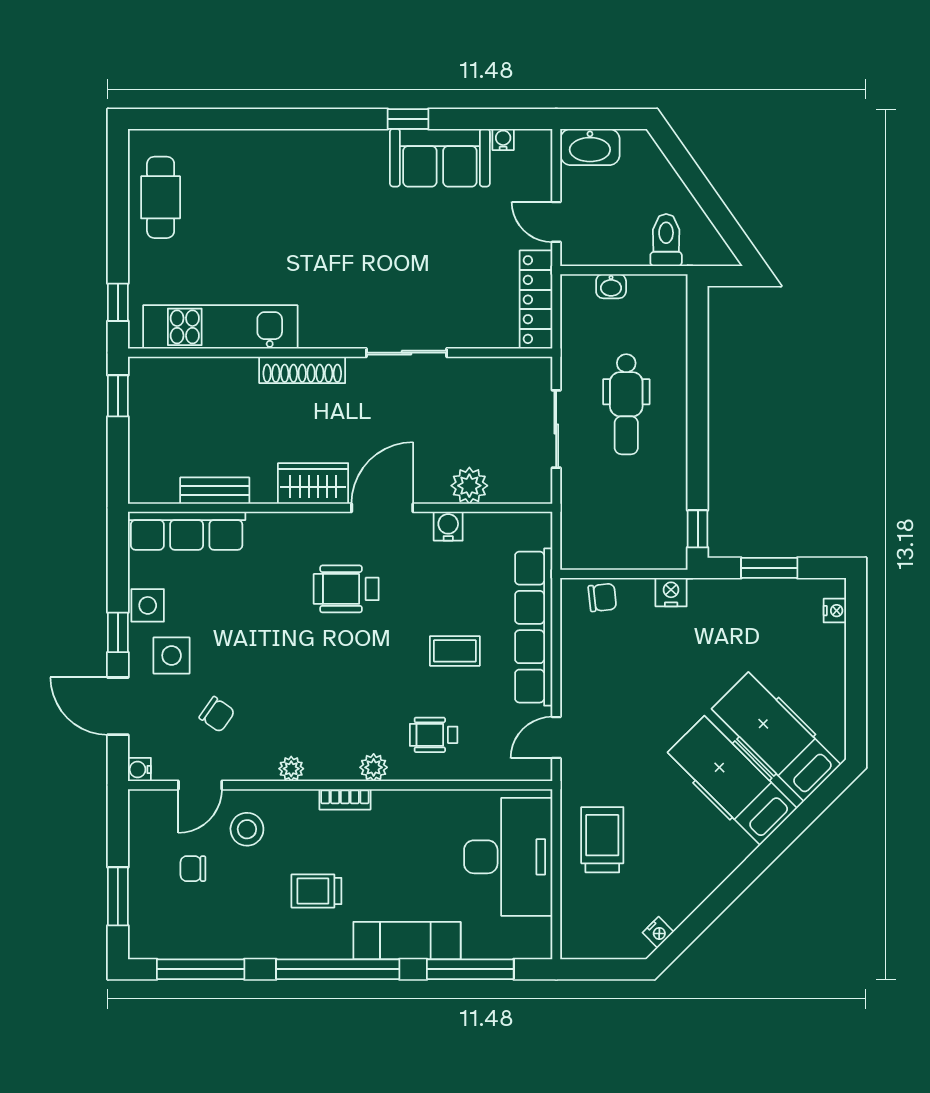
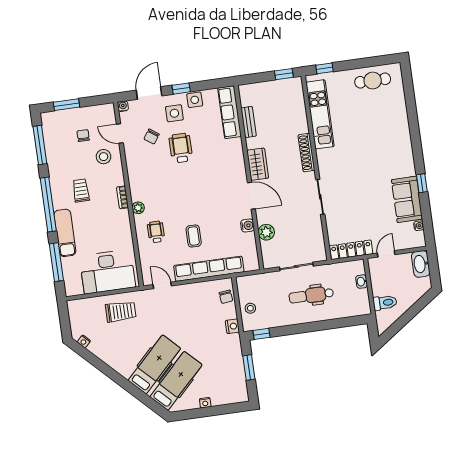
stool: (636, 546) -> (250, 308), added
wheelchair: (346, 589) -> (181, 148), moved
nightstand: (835, 611) -> (205, 403), moved
plant: (291, 769) -> (133, 172), removed

